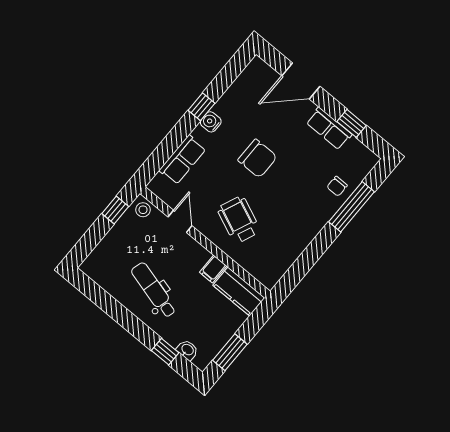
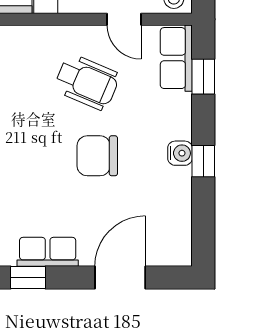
window: (163, 153) -> (203, 77), added
row of seats: (182, 160) -> (176, 58), moved
wheelchair: (239, 220) -> (87, 82), moved

